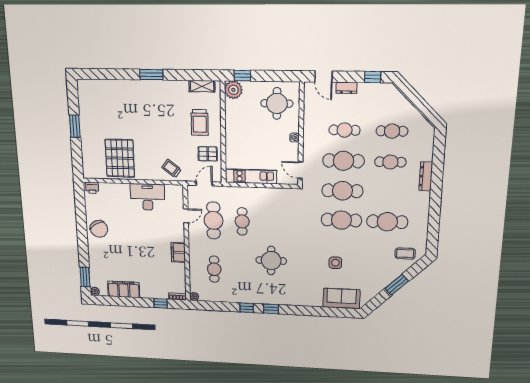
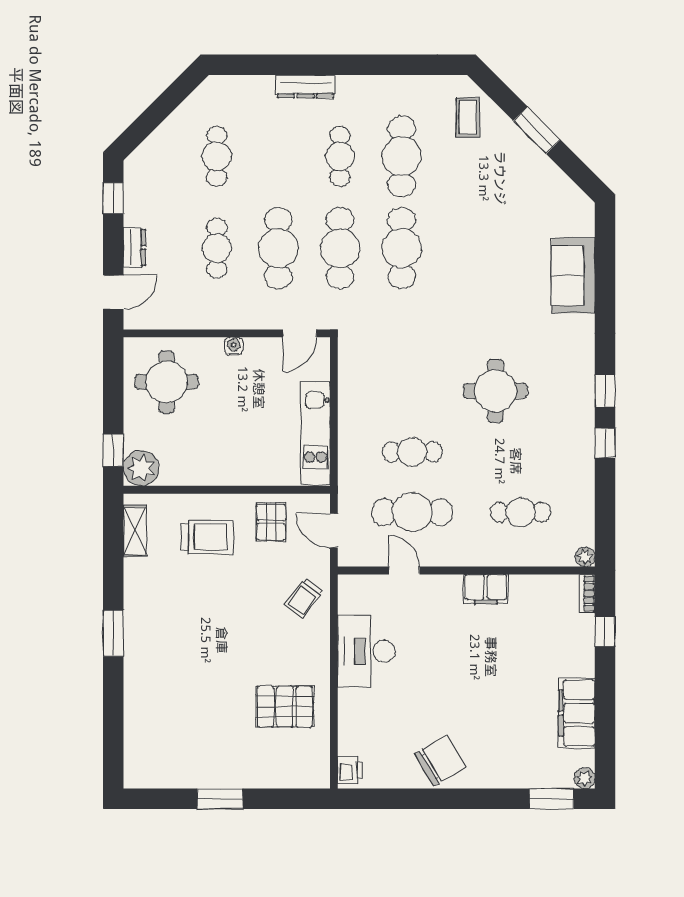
pallet: (120, 158) -> (285, 707), width x0.73, depth x0.71
cafe table: (390, 162) -> (340, 156), moved
side table: (335, 263) -> (494, 257), removed
sofa: (341, 298) -> (573, 276), moved

